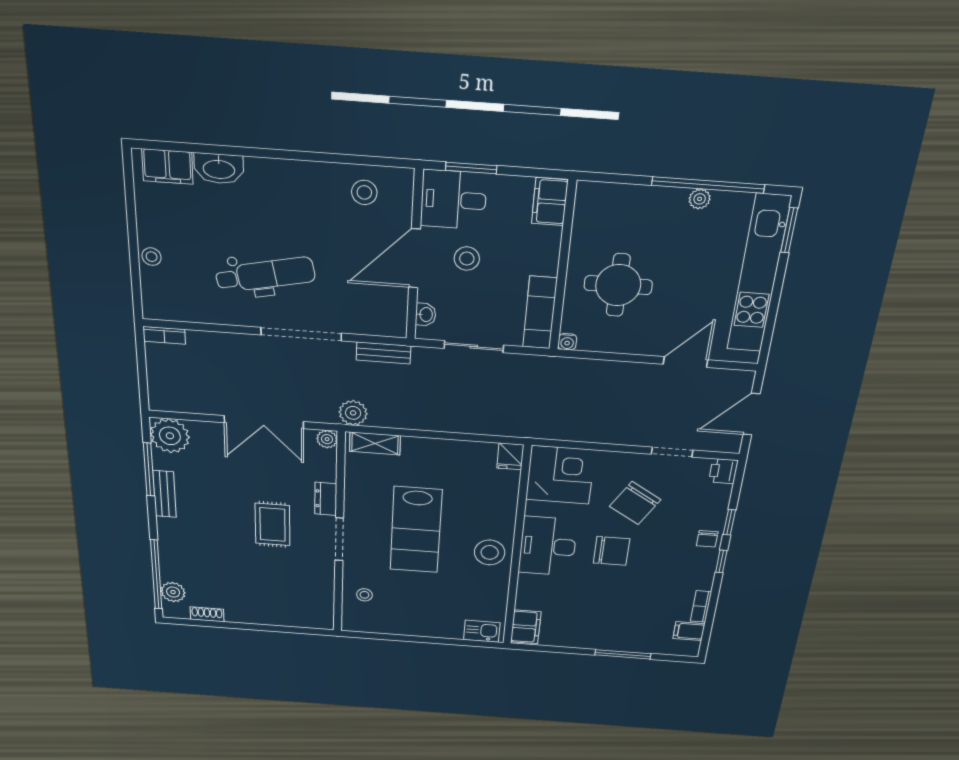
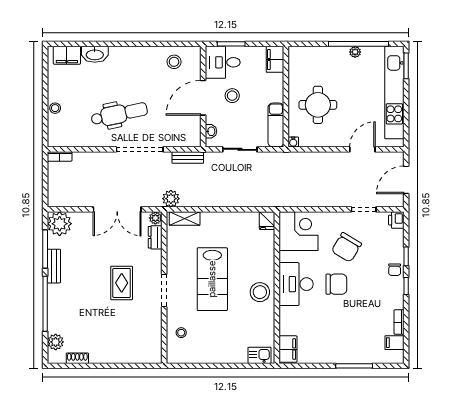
dresser: (326, 499) -> (155, 237), moved
window: (156, 575) -> (45, 304), moved

